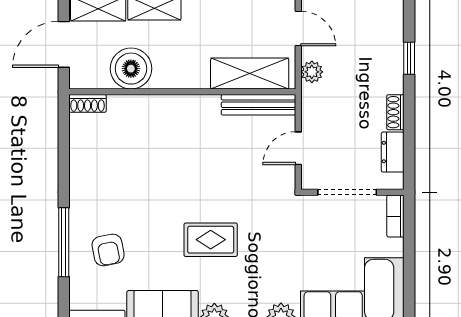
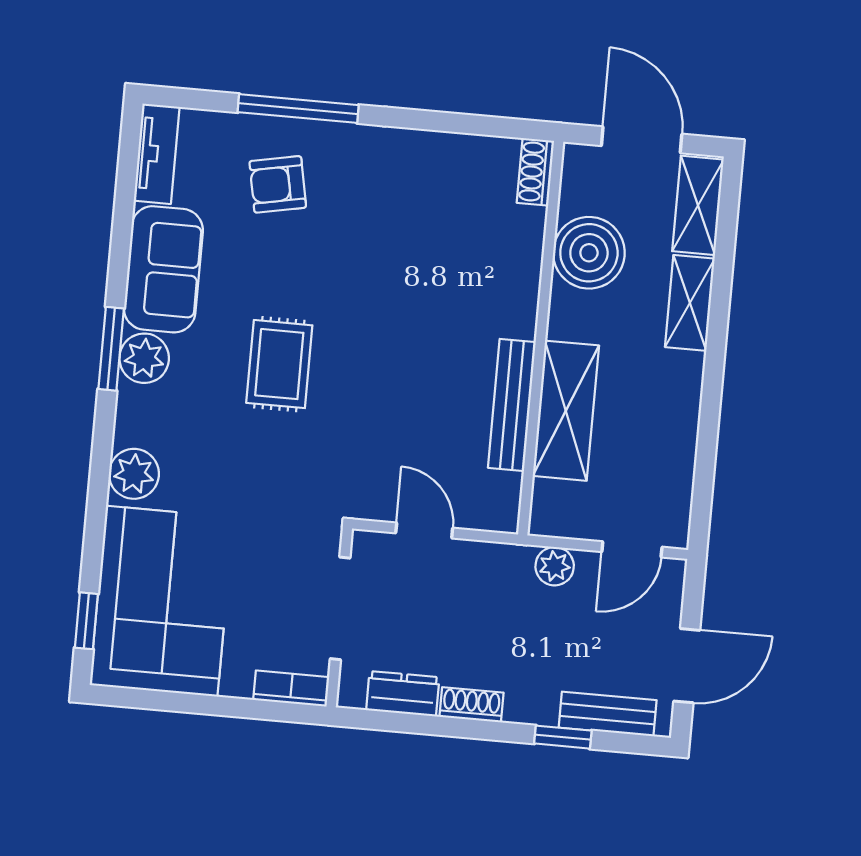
bench: (394, 34) -> (608, 714), added
shelving: (250, 74) -> (566, 411), moved
bench: (258, 105) -> (512, 405), moved

